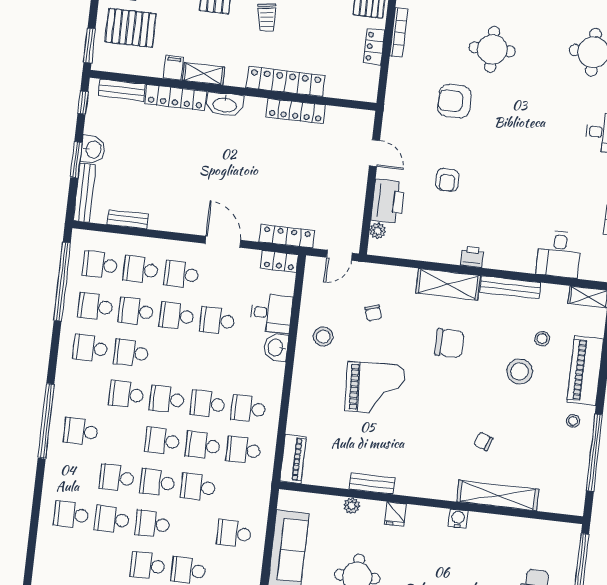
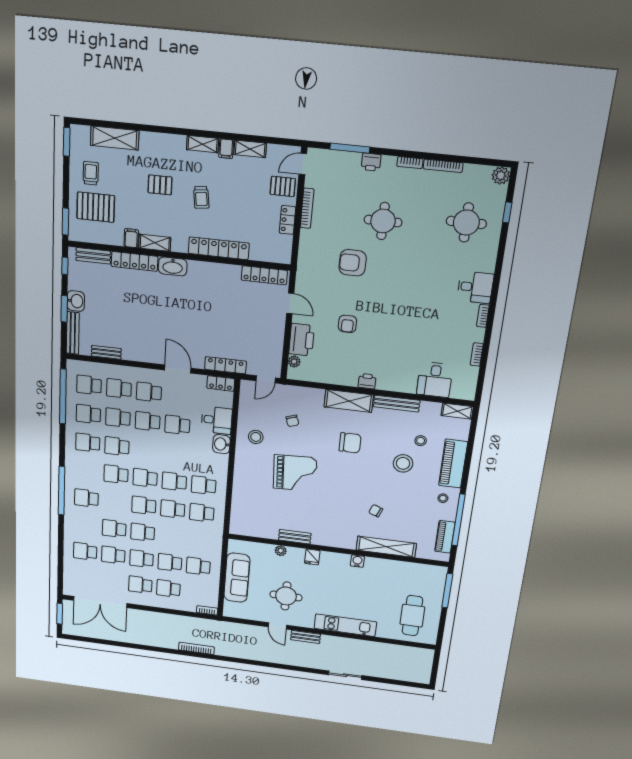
locker: (296, 111) -> (264, 275), moved
piano: (293, 459) -> (445, 537), moved, turned 180
school desk: (198, 487) -> (170, 563), moved

